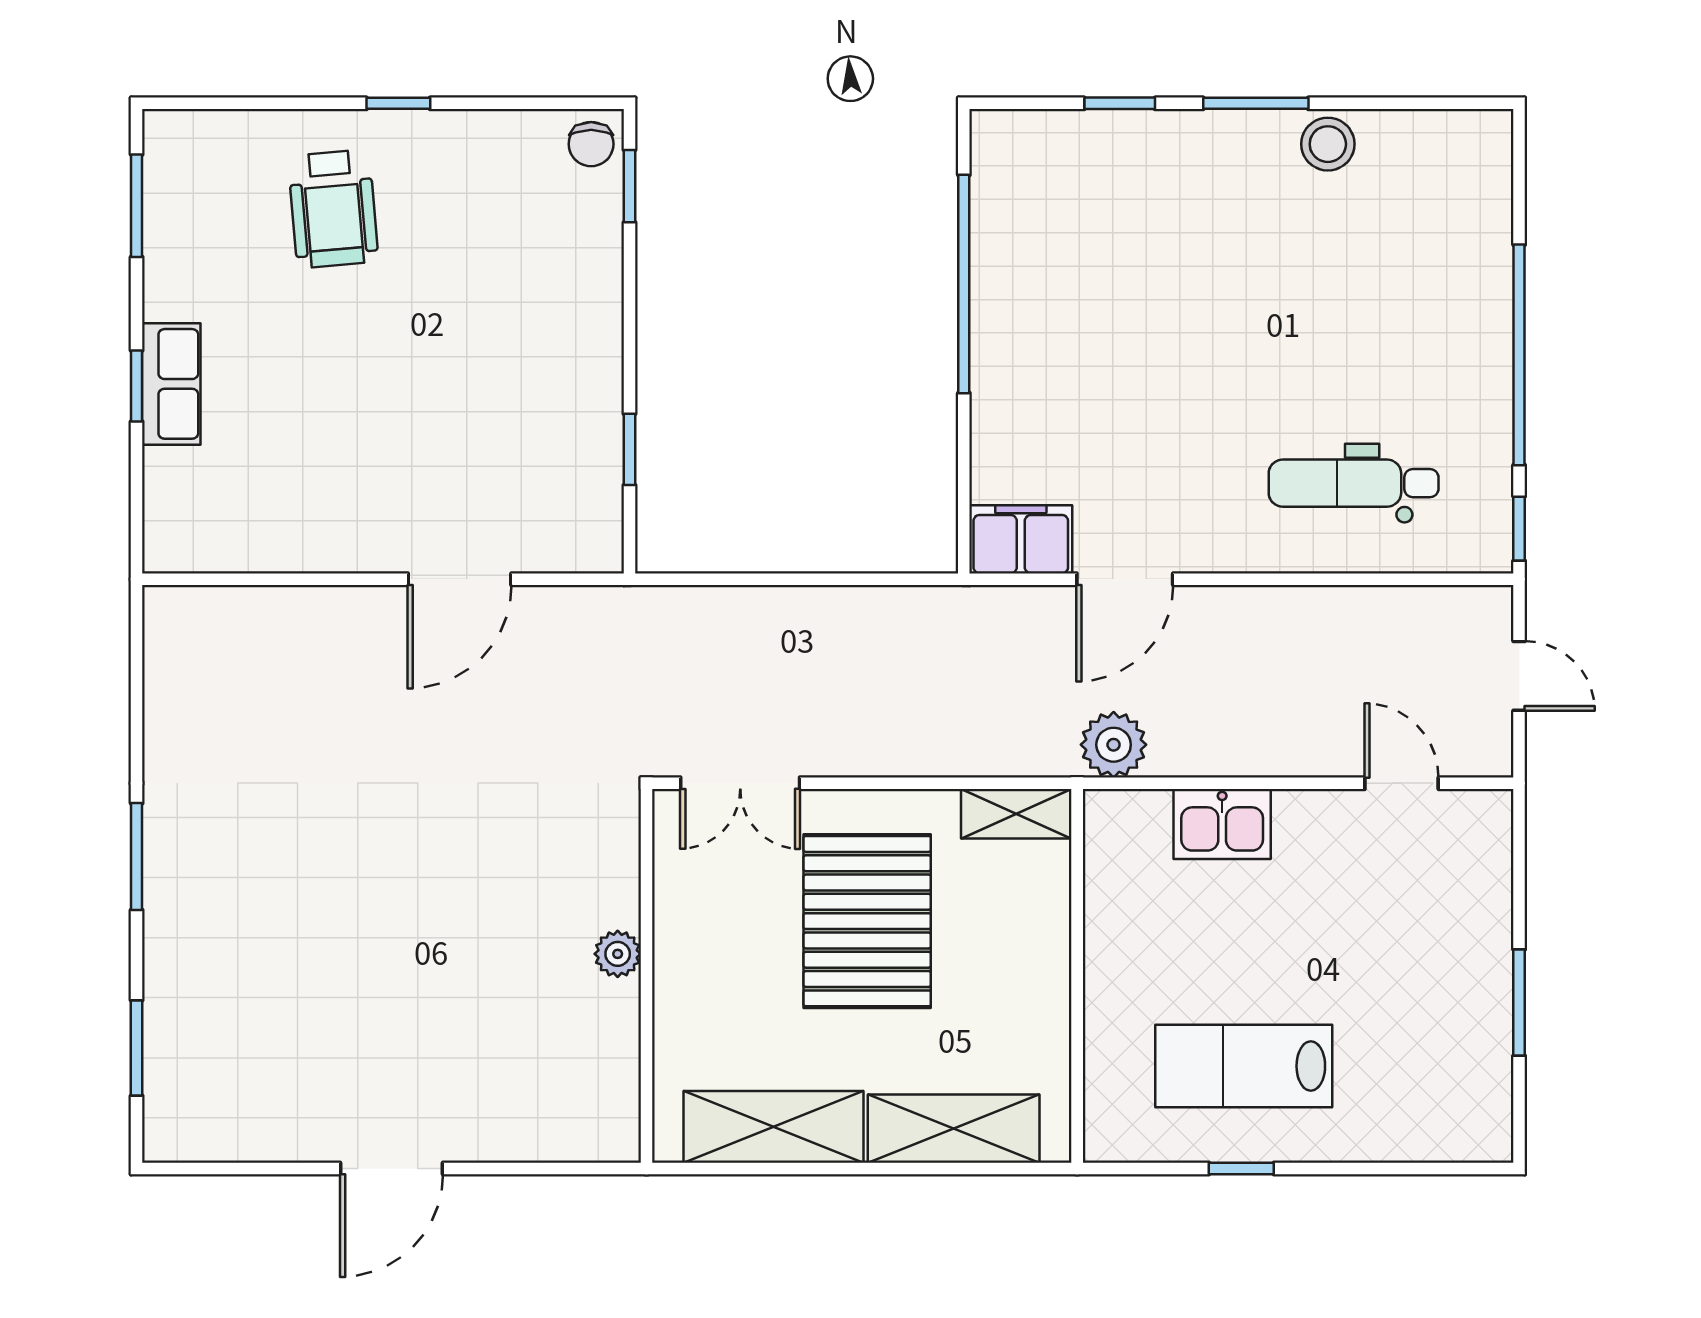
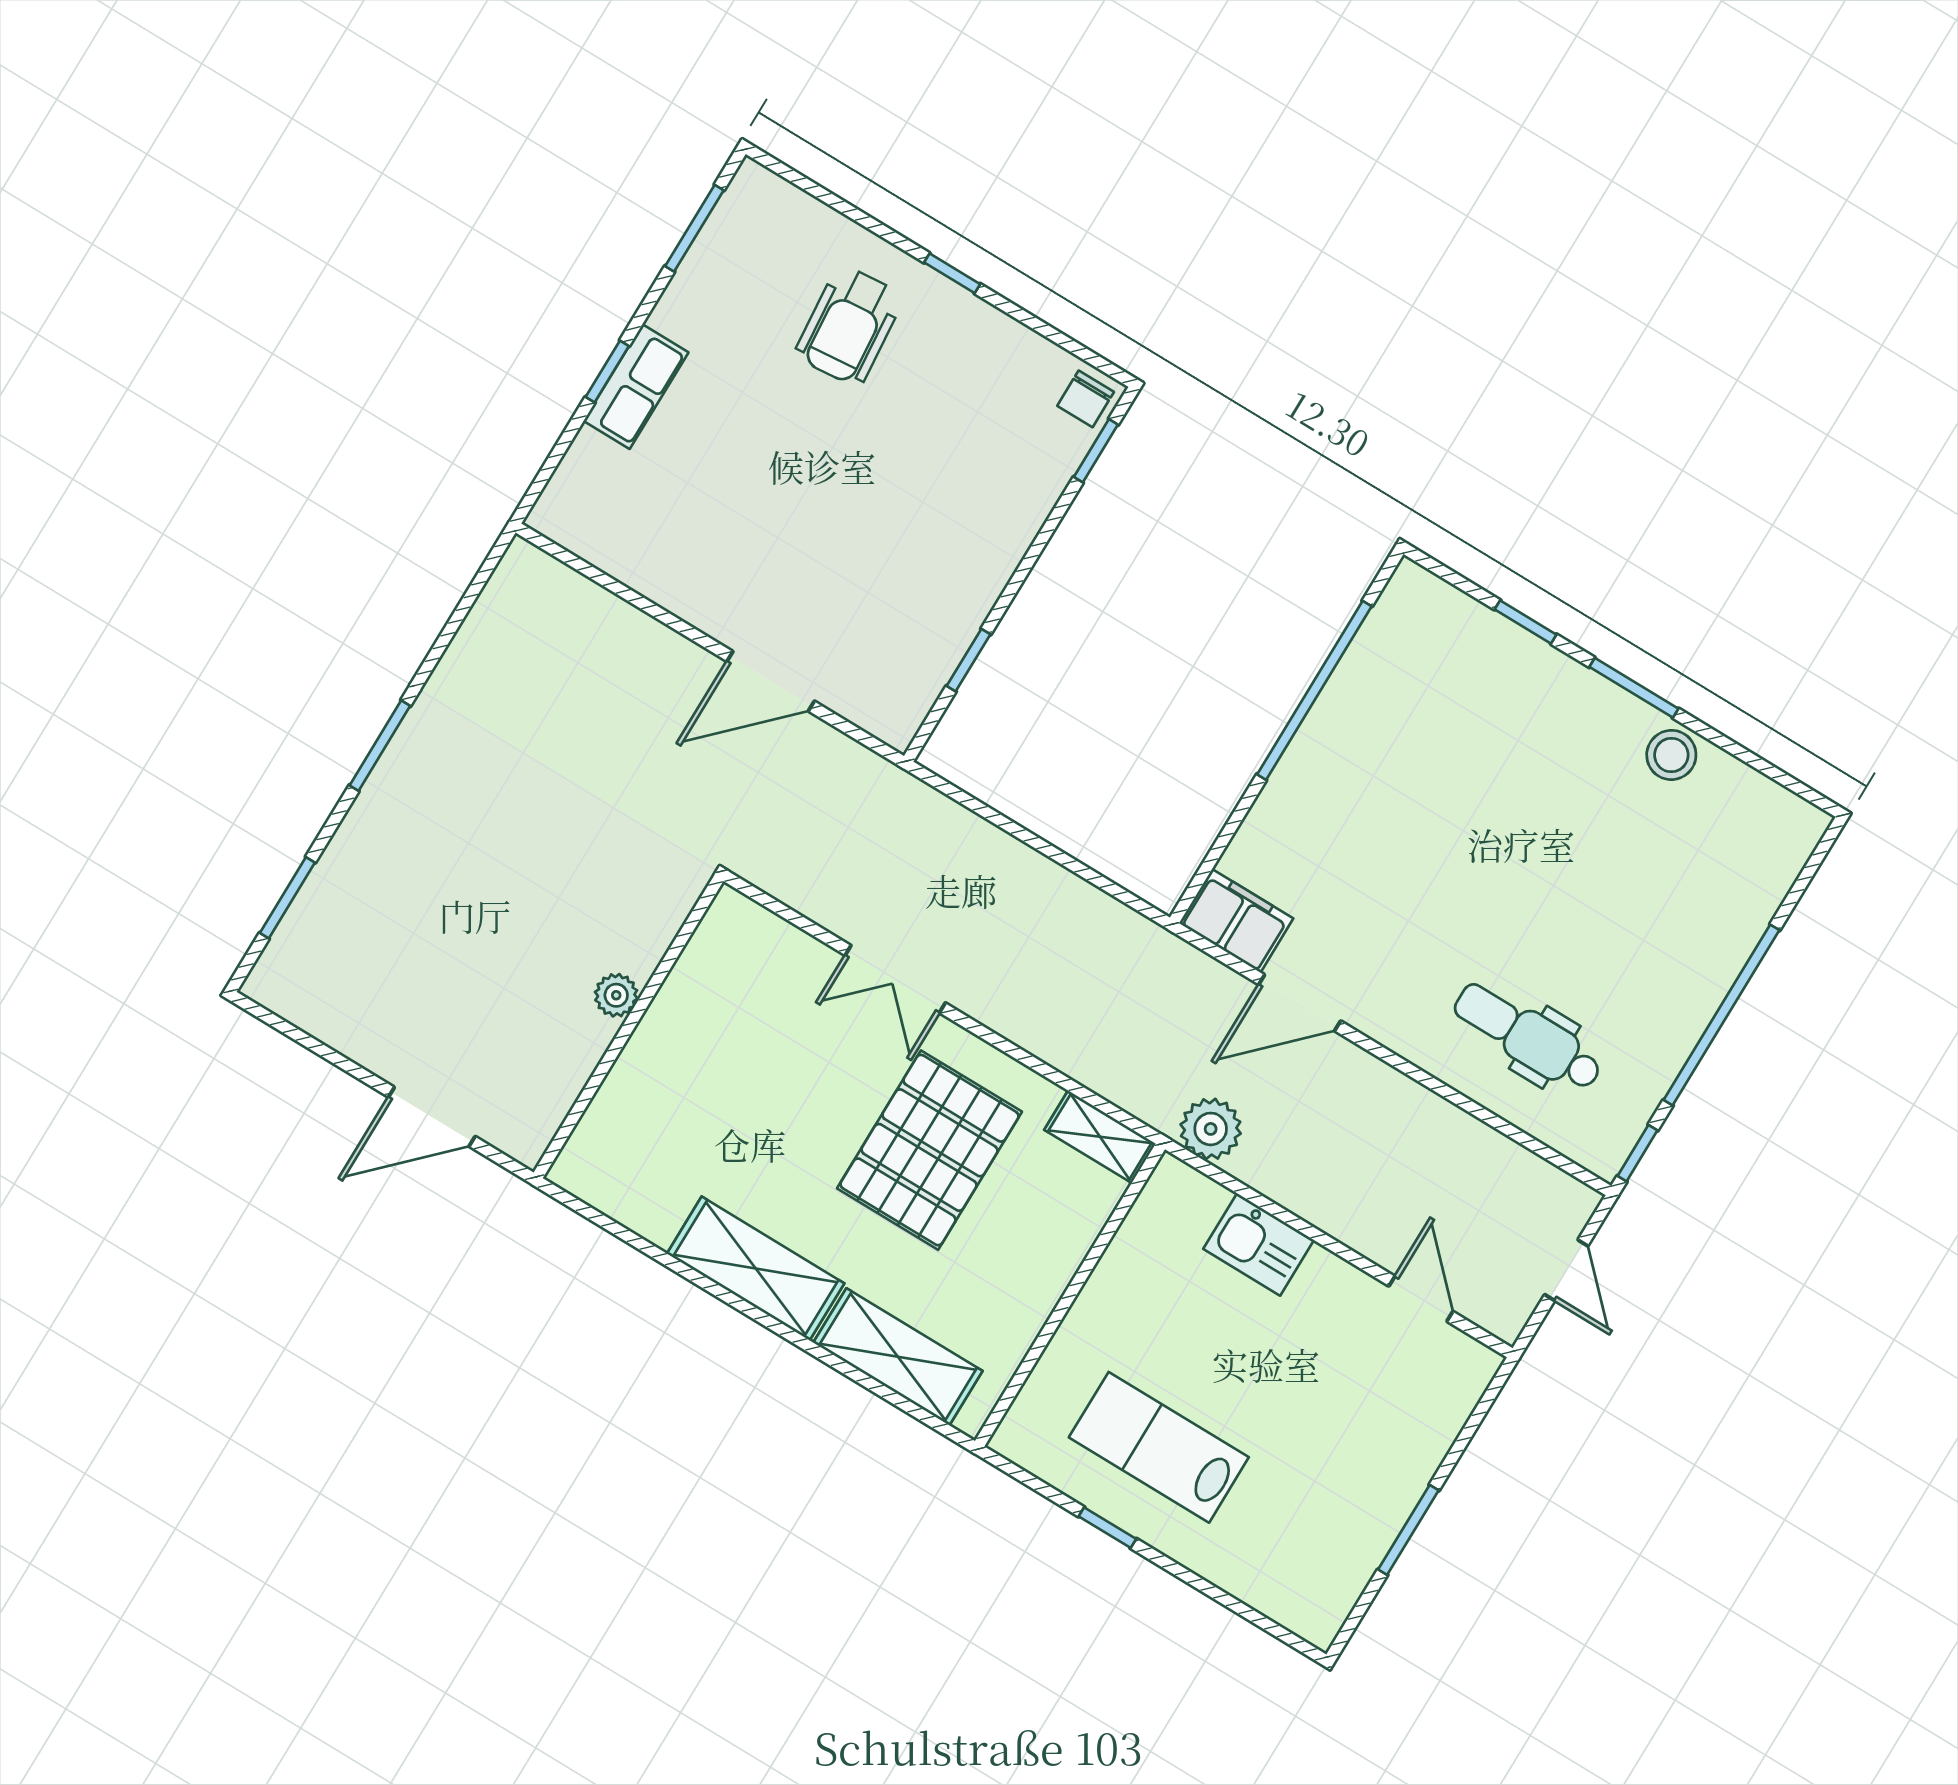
plant: (618, 954) -> (616, 995), moved
wall: (646, 976) -> (628, 1027), moved

